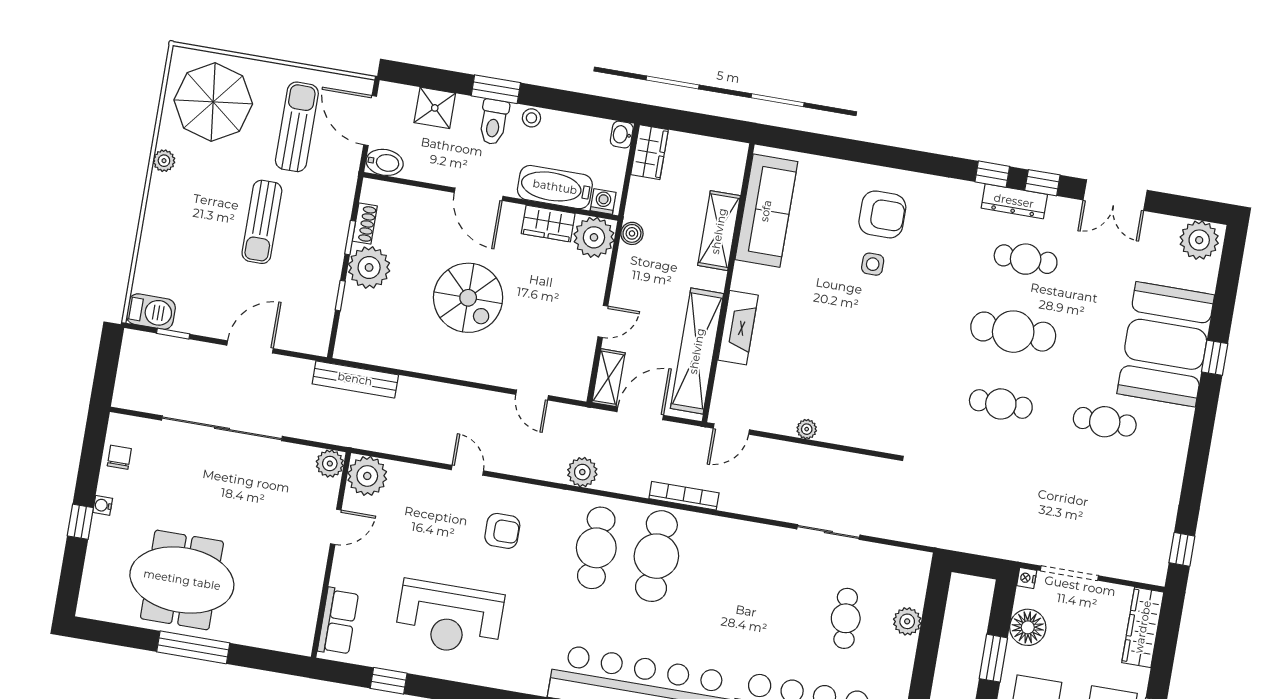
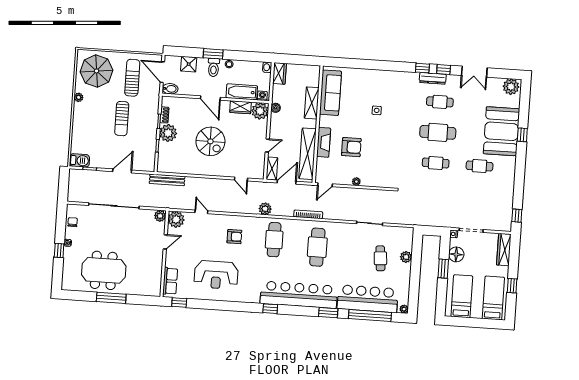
armchair: (882, 214) -> (351, 147), moved
door: (467, 470) -> (201, 212), moved
cafe table: (656, 556) -> (317, 247), moved
window: (389, 681) -> (179, 302), moved

